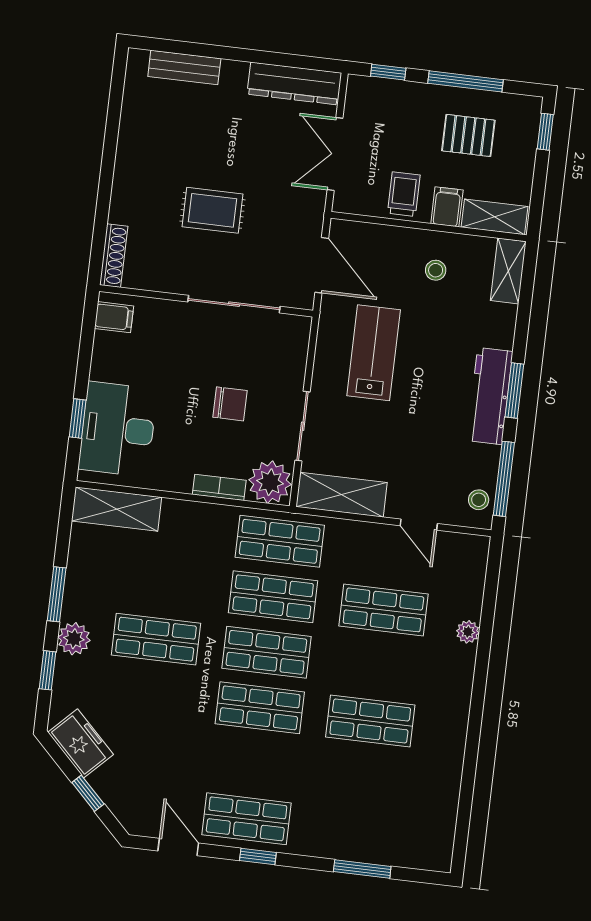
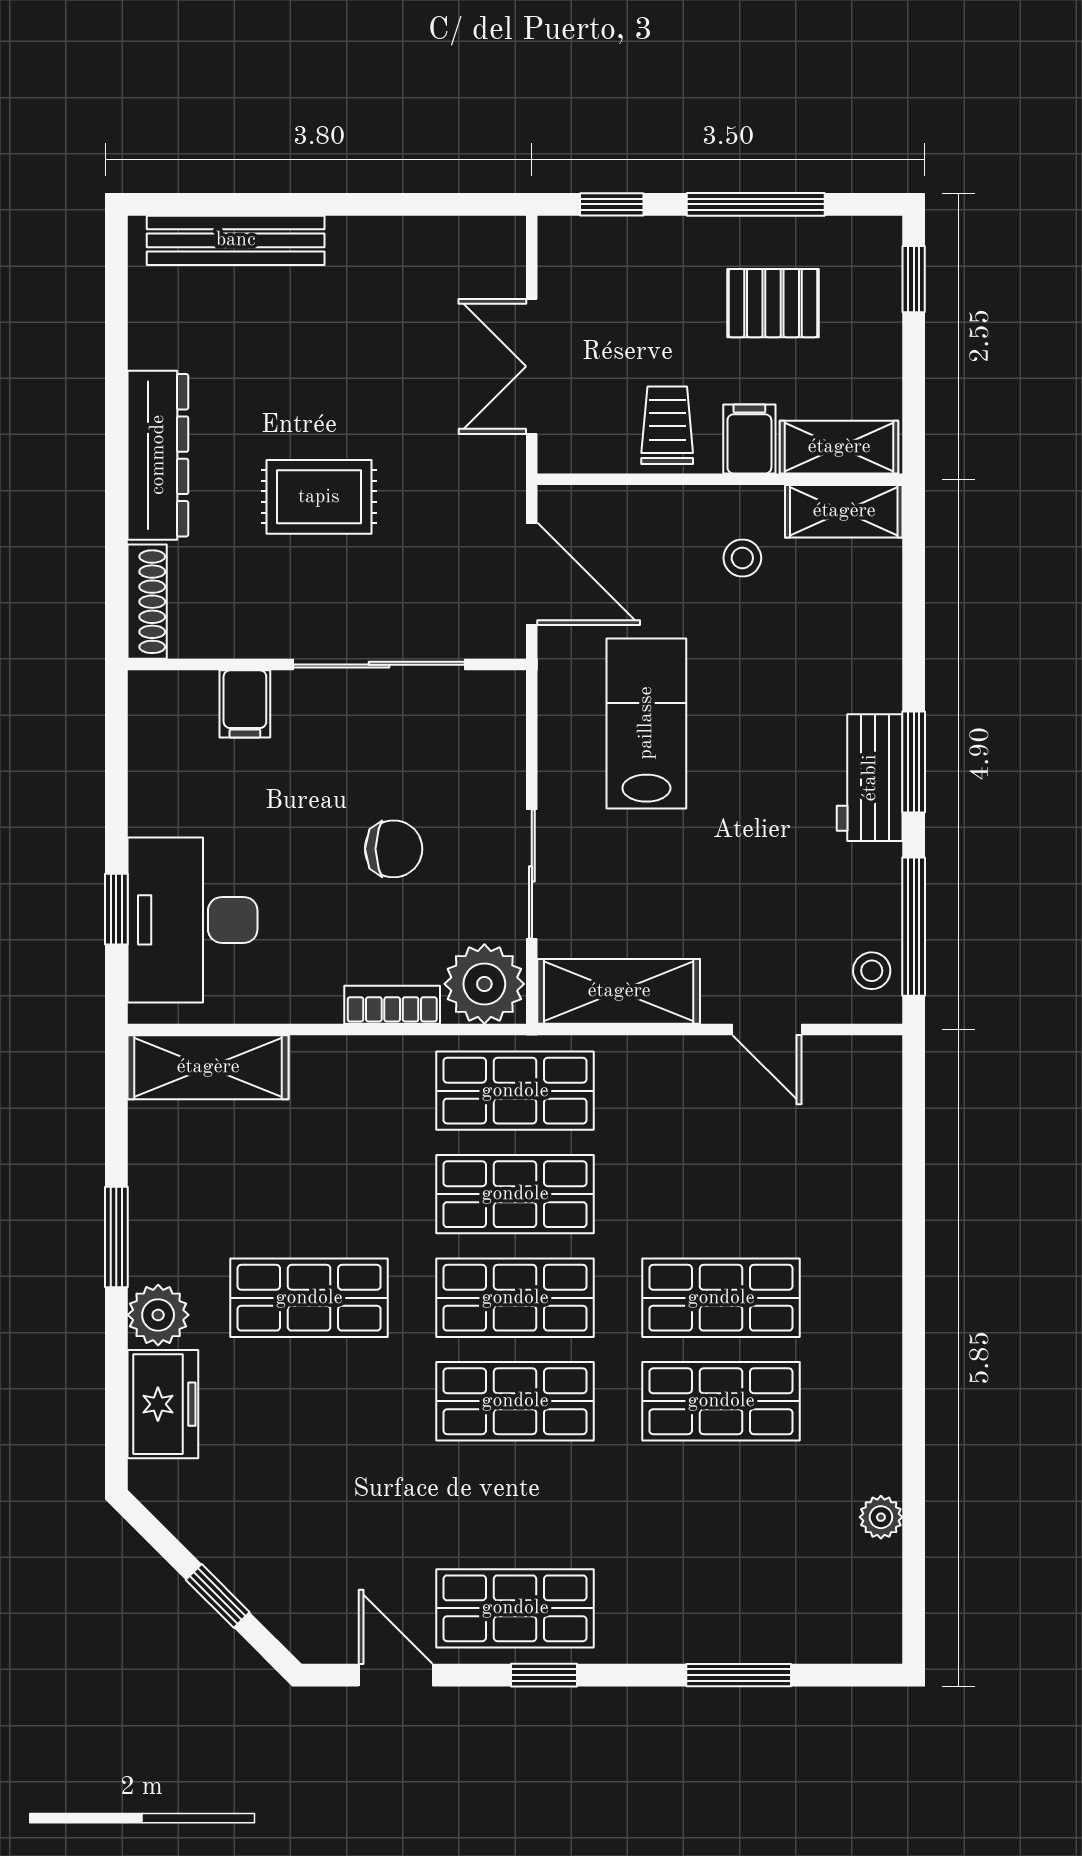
bench: (184, 67) -> (236, 240), width x1.36
dresser: (294, 84) -> (158, 455), moved, turned -90
shelving: (508, 271) -> (844, 511), moved, turned 90
filing cabinet: (114, 317) -> (245, 704), moved, turned 90
workbench: (490, 396) -> (870, 778), width x0.73
shop shelf: (383, 610) -> (721, 1298), moved
plant: (468, 632) -> (881, 1517), moved
window: (48, 670) -> (116, 1379), removed
freezer: (81, 743) -> (163, 1404), moved, turned 45

